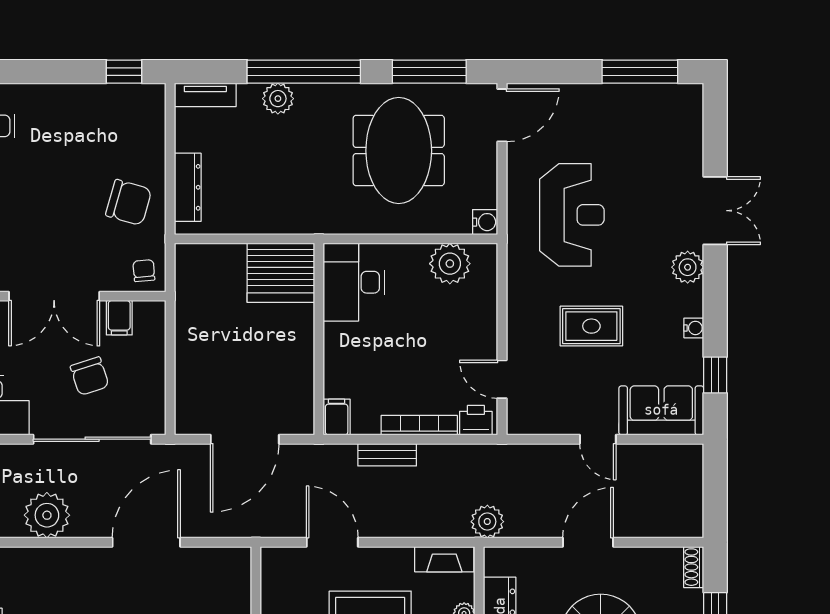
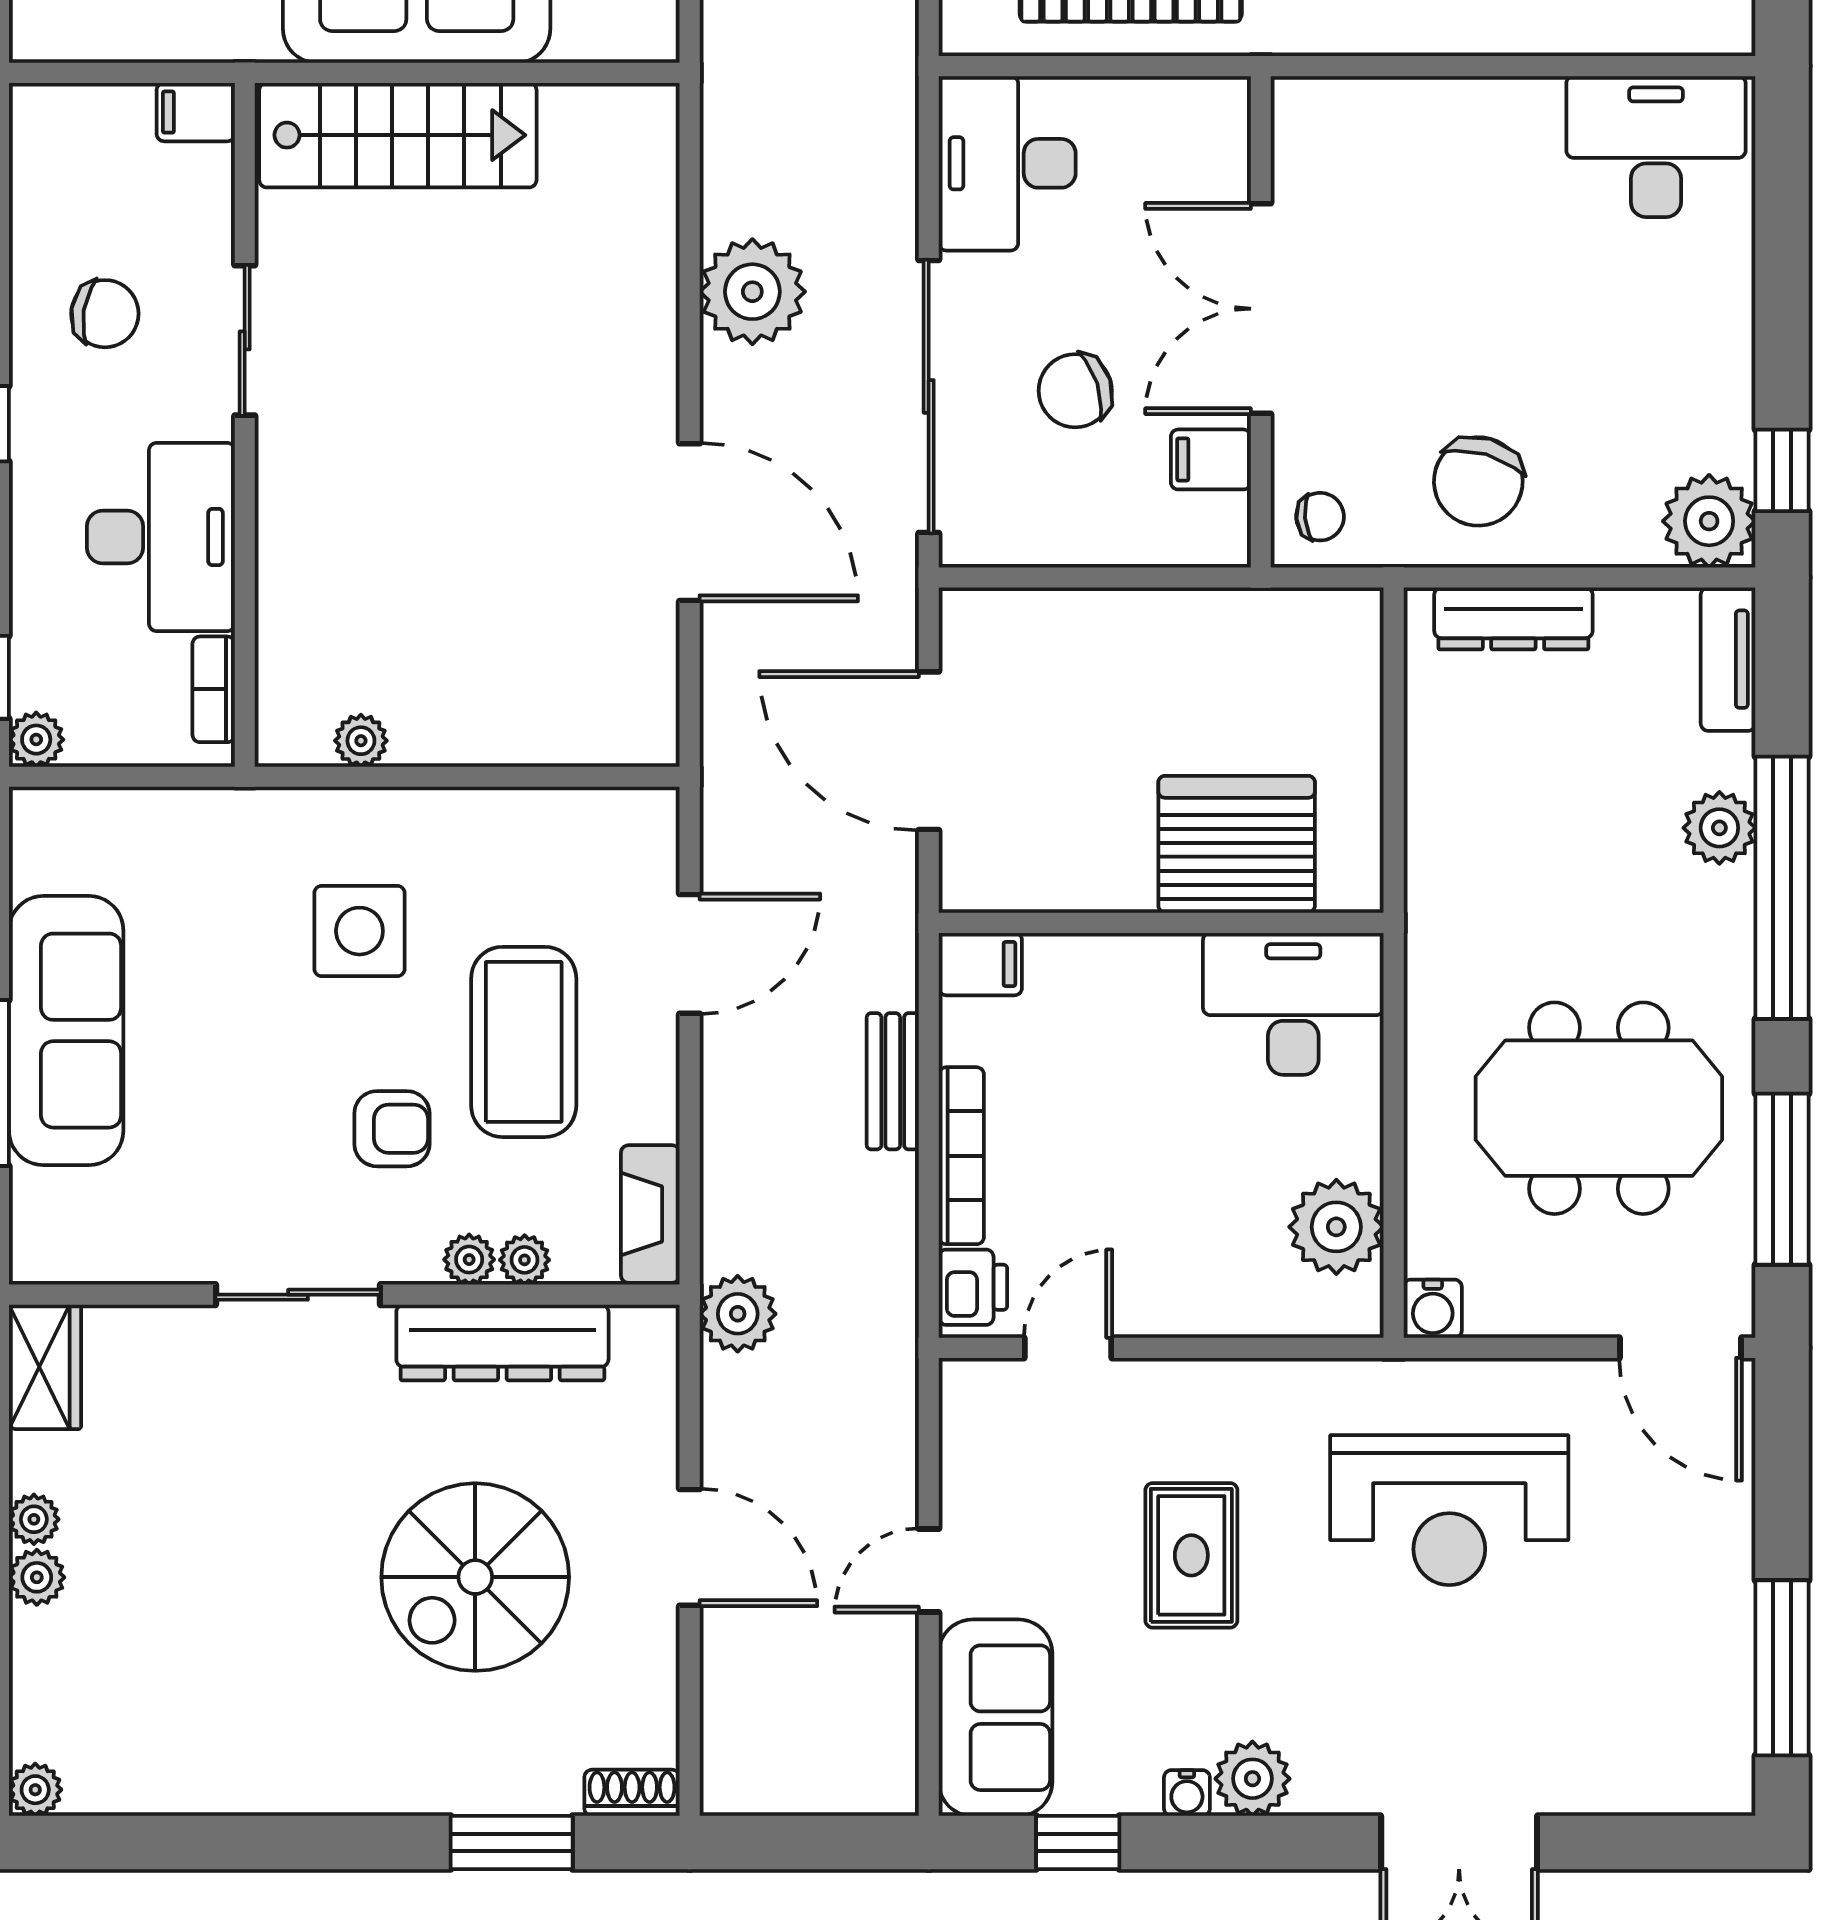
plant: (146, 103) -> (1709, 521), added
plant: (688, 267) -> (1252, 1779), moved
server rack: (281, 273) -> (1237, 844), moved, turned 90

